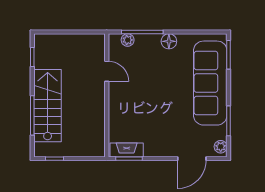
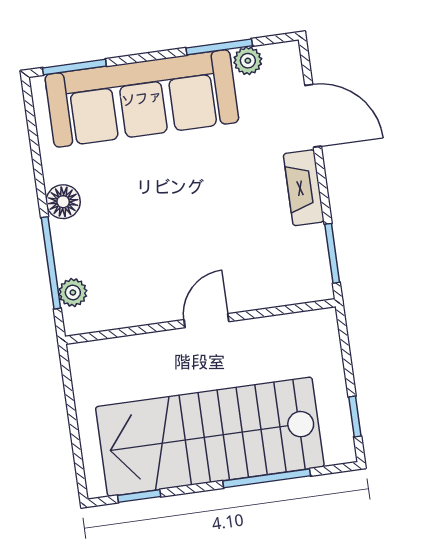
door: (107, 71) -> (206, 321), moved
stairs: (48, 106) -> (210, 437), width x1.36, depth x1.51
plant: (221, 147) -> (248, 61), moved
fireplace: (127, 150) -> (304, 188), moved

